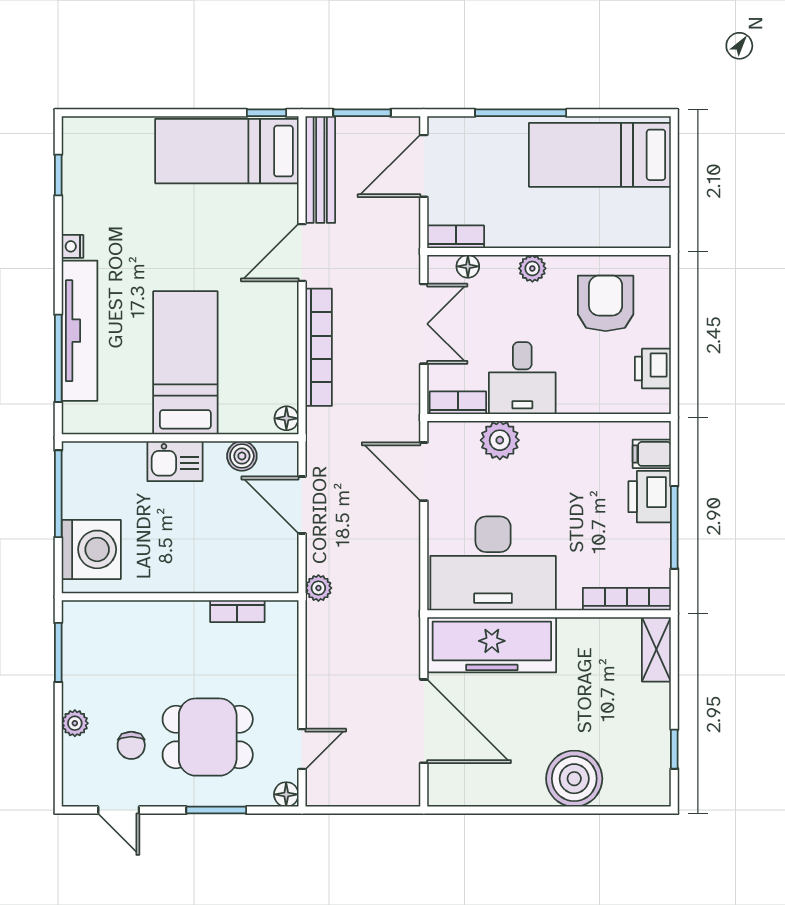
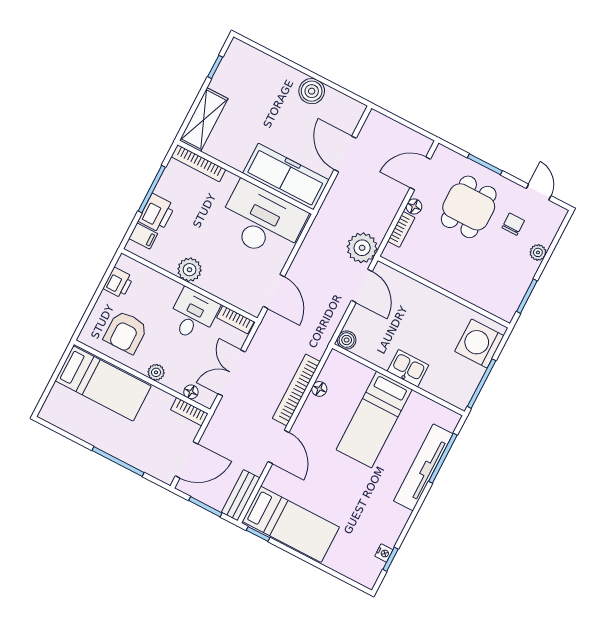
bed: (600, 155) -> (103, 383), moved
bench: (320, 170) -> (241, 495), width x0.73
nightstand: (72, 246) -> (384, 553), moved
door: (302, 253) -> (278, 447), hinge flipped
floor lamp: (286, 418) -> (319, 389), moved
plant: (500, 440) -> (190, 270), moved
boiler: (242, 456) -> (347, 340), moved
door: (302, 505) -> (362, 286), moved
plant: (318, 588) -> (362, 248), width x1.88, depth x1.88
bookcase: (237, 611) -> (401, 229), moved, turned 90
shelving: (656, 649) -> (204, 120), width x1.50, depth x1.33
door: (424, 721) -> (345, 154), width x0.73
dining table: (208, 737) -> (469, 207), turned 90
door: (302, 749) -> (420, 173), width x1.38
boiler: (574, 779) -> (312, 91), moved, width x0.73, depth x0.73
floor lamp: (286, 794) -> (414, 206), moved

